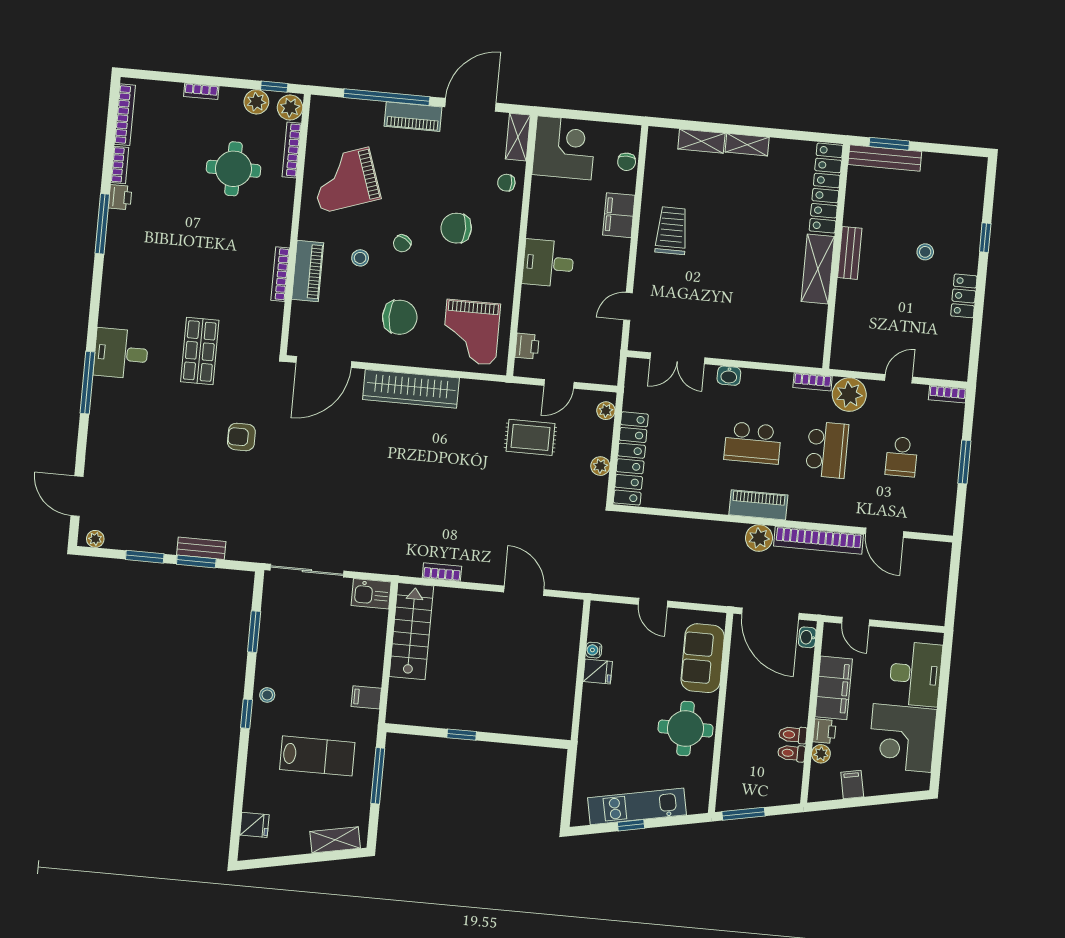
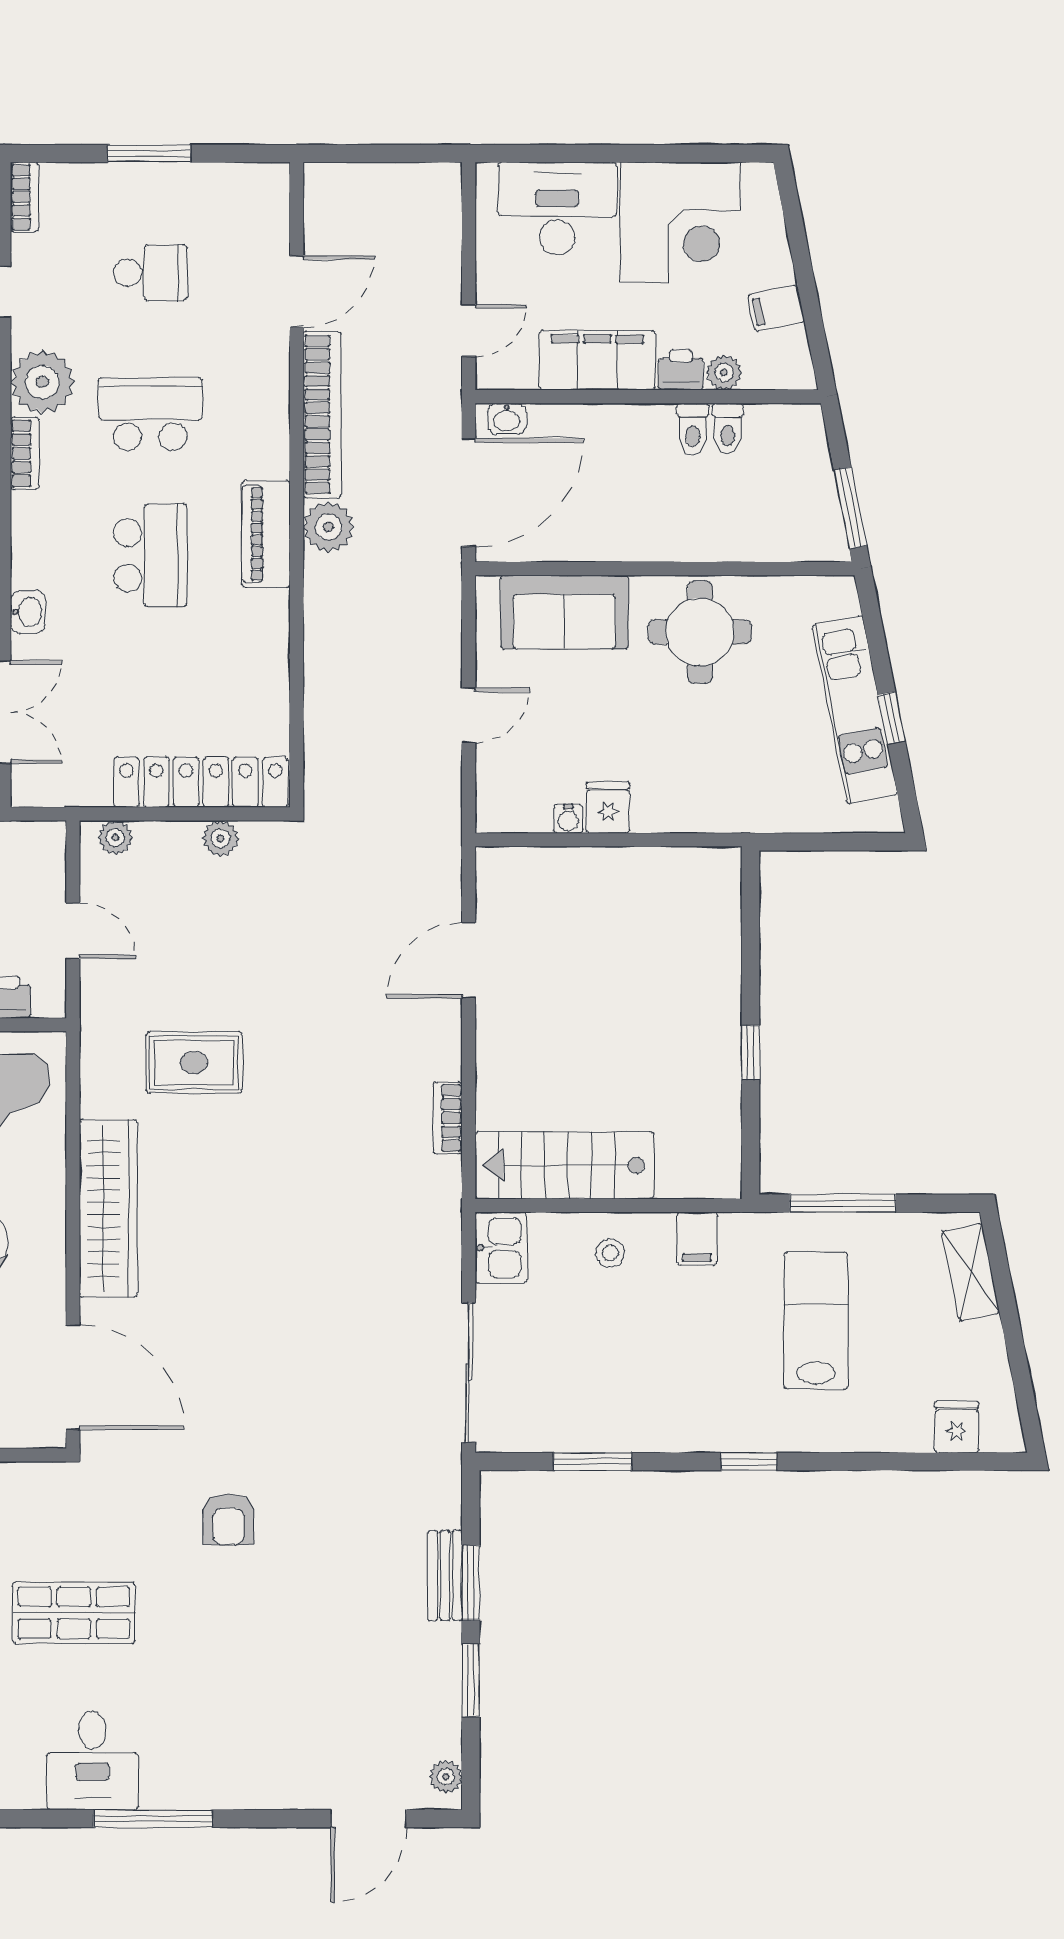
rug: (530, 437) -> (194, 1063), moved, turned 90
stool: (267, 695) -> (610, 1253), moved

